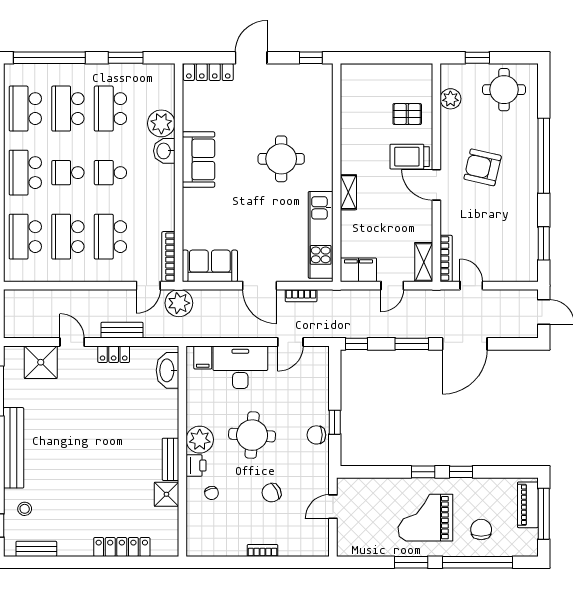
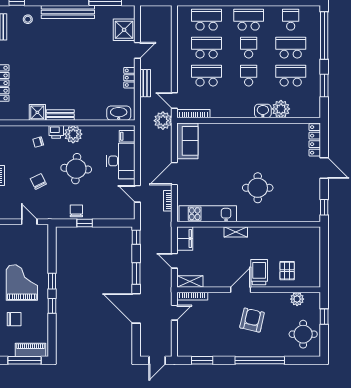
school desk: (25, 109) -> (291, 20), width x0.54
sofa: (198, 159) -> (257, 133), removed

